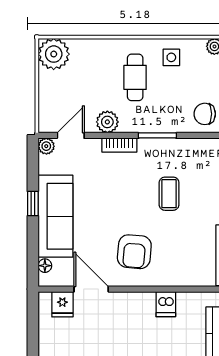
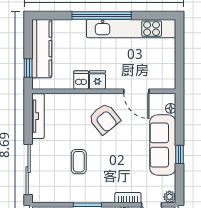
bookcase: (119, 145) -> (128, 198), moved
armchair: (134, 252) -> (104, 119), turned 136
fridge: (62, 304) -> (97, 80), moved

